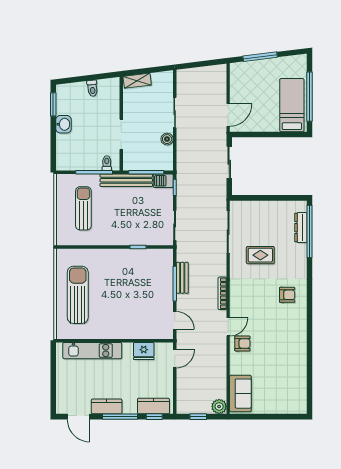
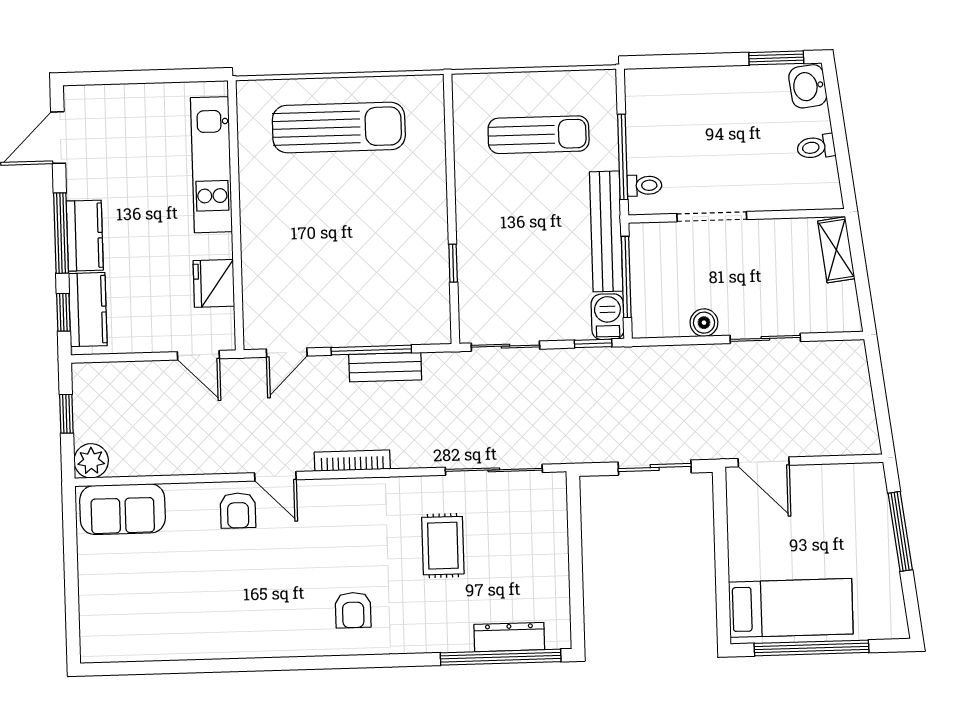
washbasin: (63, 124) -> (808, 86), moved, turned 83
kitchen counter: (107, 406) -> (85, 236), moved

